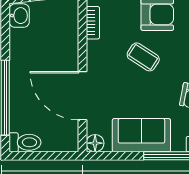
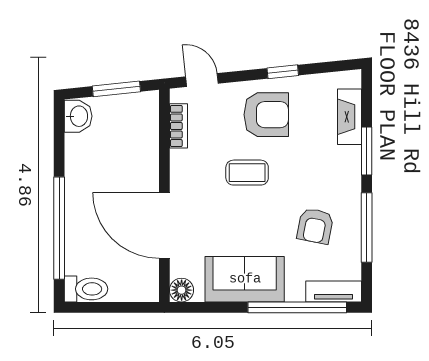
coffee table: (143, 57) -> (247, 173), turned -33

